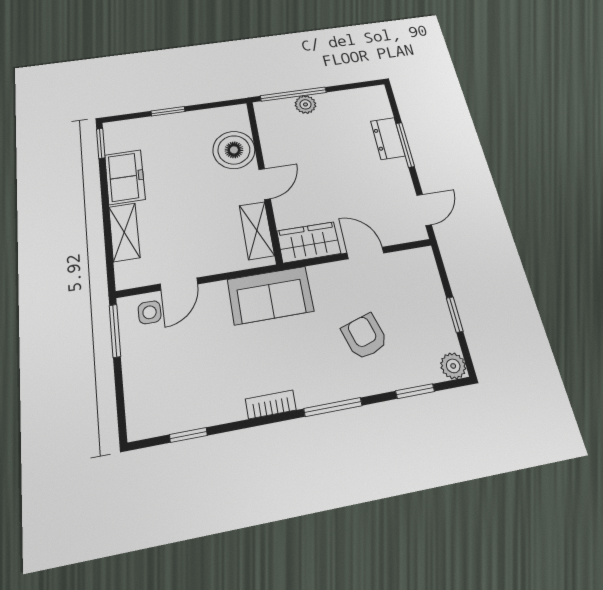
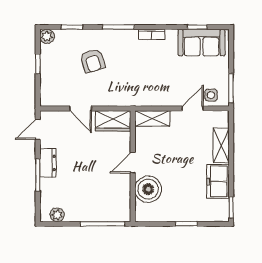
plant: (305, 104) -> (57, 215), moved
dresser: (388, 138) -> (48, 163), moved
shelving: (257, 230) -> (152, 118), moved, turned 90
sofa: (270, 295) -> (201, 43), moved, turned 180

